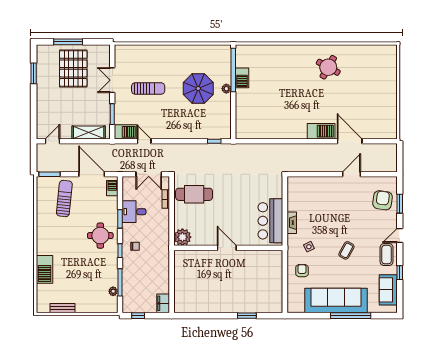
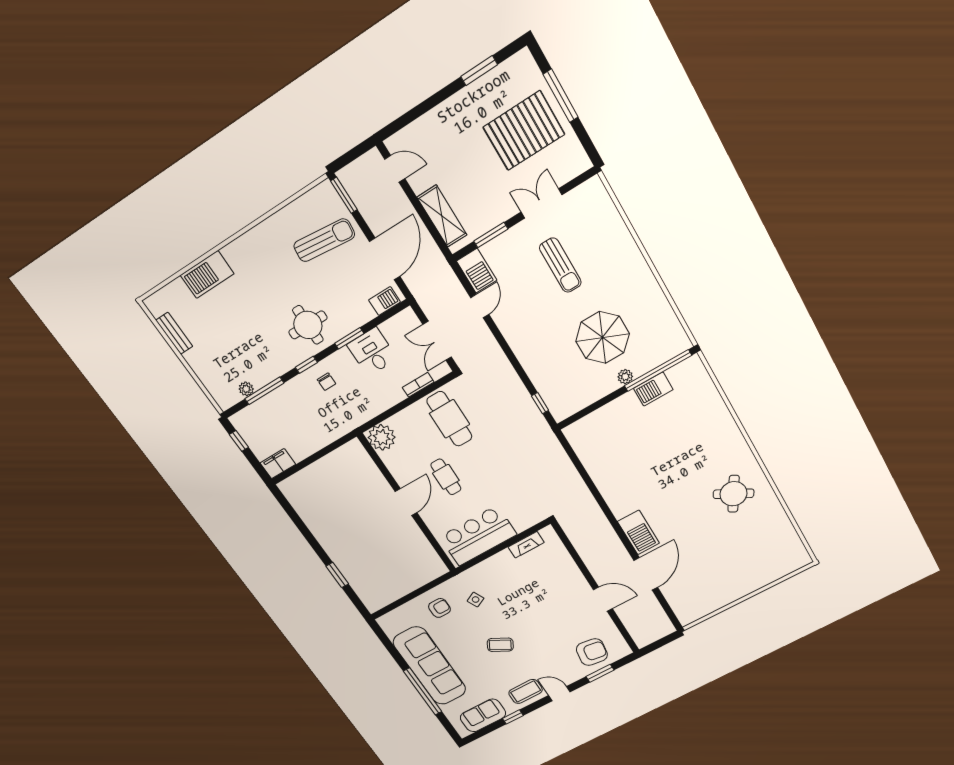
cafe table: (225, 217) -> (446, 477), added
fireplace: (292, 223) -> (526, 545), moved

